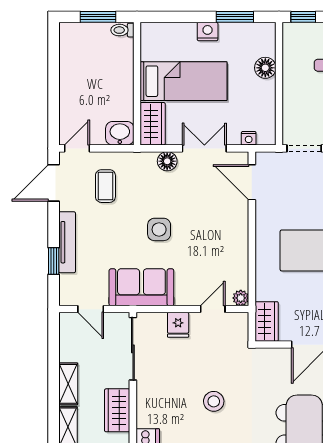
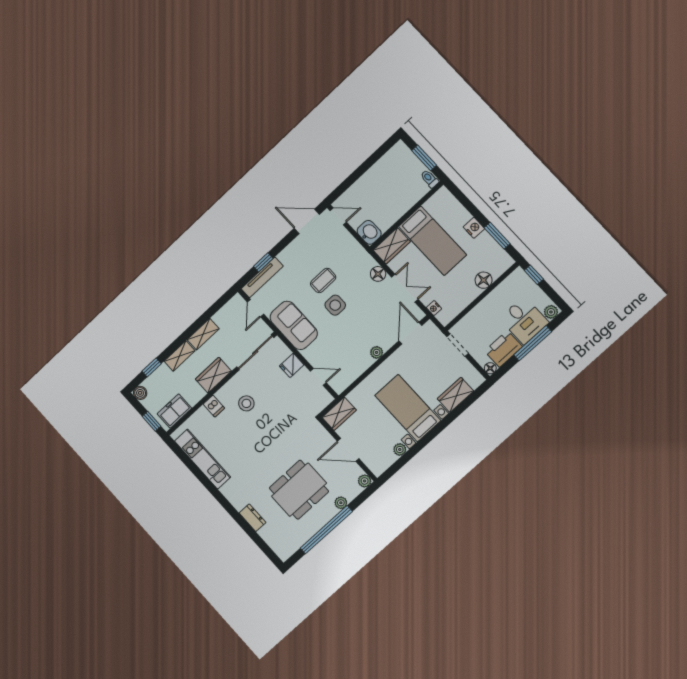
coffee table: (105, 186) -> (323, 280), moved
tv unit: (67, 242) -> (262, 277), moved
plant: (241, 298) -> (377, 352), moved
stool: (214, 401) -> (246, 403), moved

